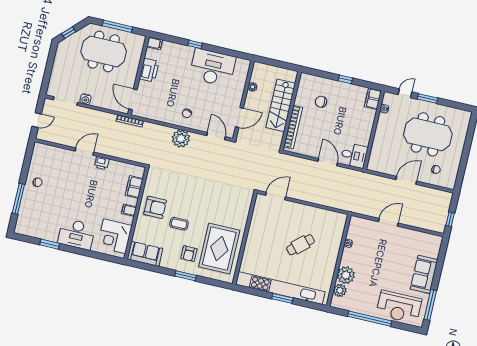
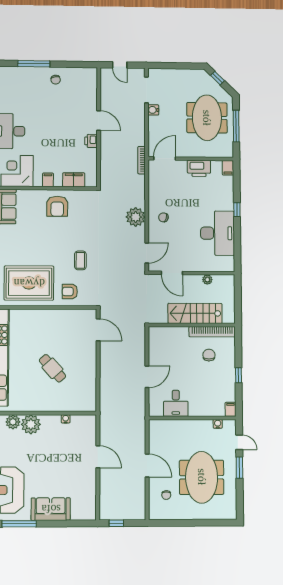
filing cabinet: (373, 99) -> (231, 409), width x0.50
bookcase: (293, 127) -> (212, 332), moved
desk: (354, 155) -> (176, 403), moved
coffee table: (179, 224) -> (80, 260), moved
armchair: (189, 254) -> (70, 292), moved

